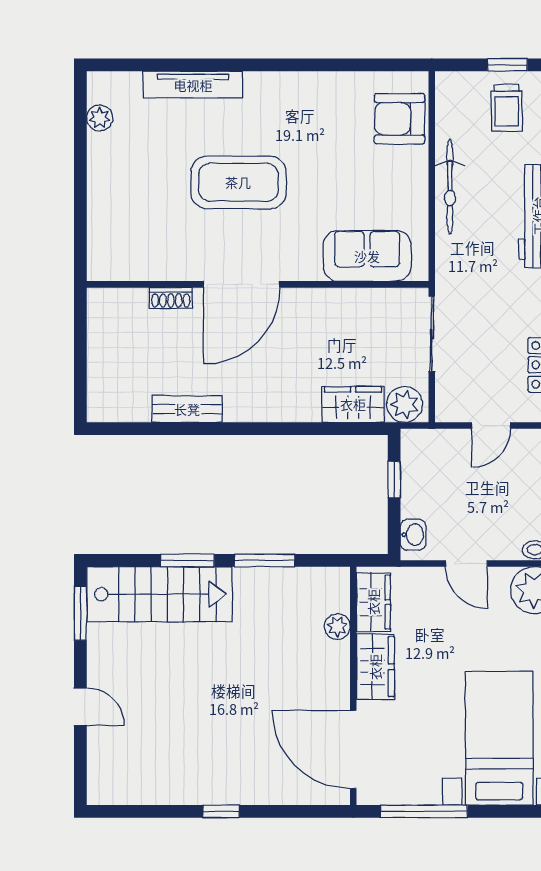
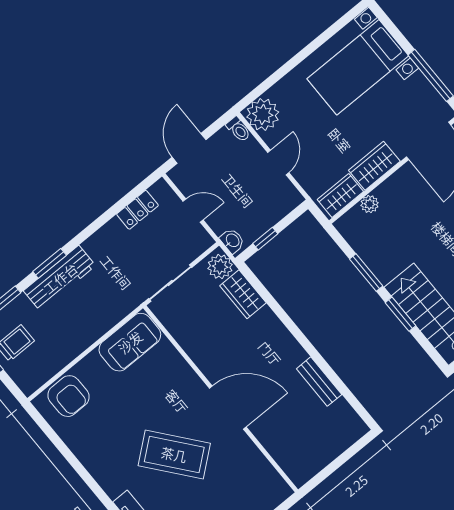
coffee table: (238, 182) -> (174, 454), turned -39
bicycle: (450, 187) -> (83, 339), removed
sofa: (367, 256) -> (130, 342), moved, turned -90
shoe rack: (171, 298) -> (267, 440), removed
washbasin: (413, 535) -> (232, 241), moved, turned 90

